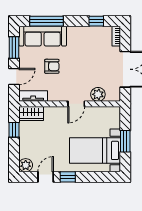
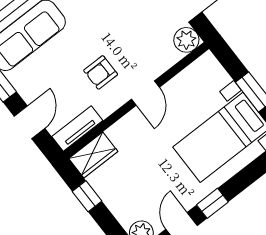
armchair: (52, 66) -> (101, 72), moved, turned 180
plant: (98, 94) -> (186, 40), moved

